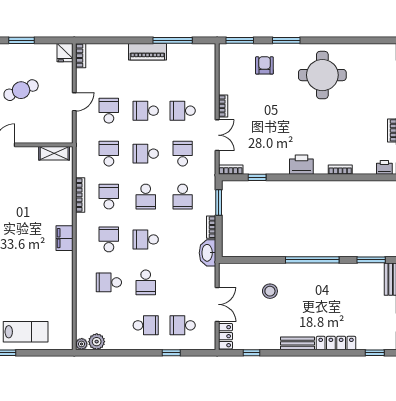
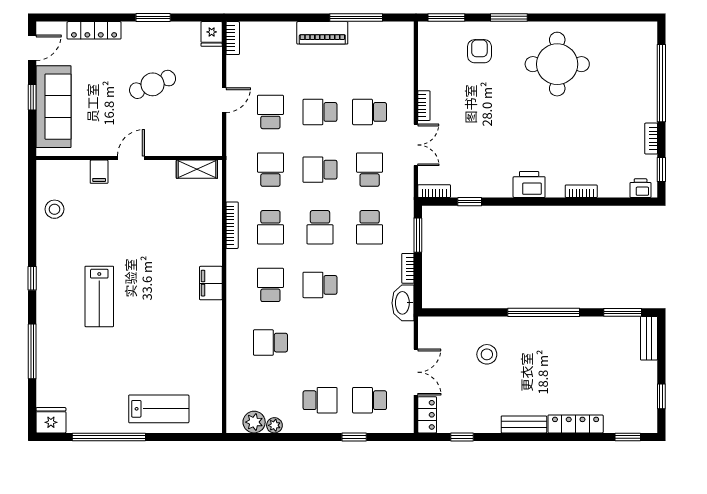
school desk: (109, 197) -> (270, 227), turned 180
school desk: (146, 282) -> (320, 343), removed
plant: (82, 344) -> (274, 425), moved

